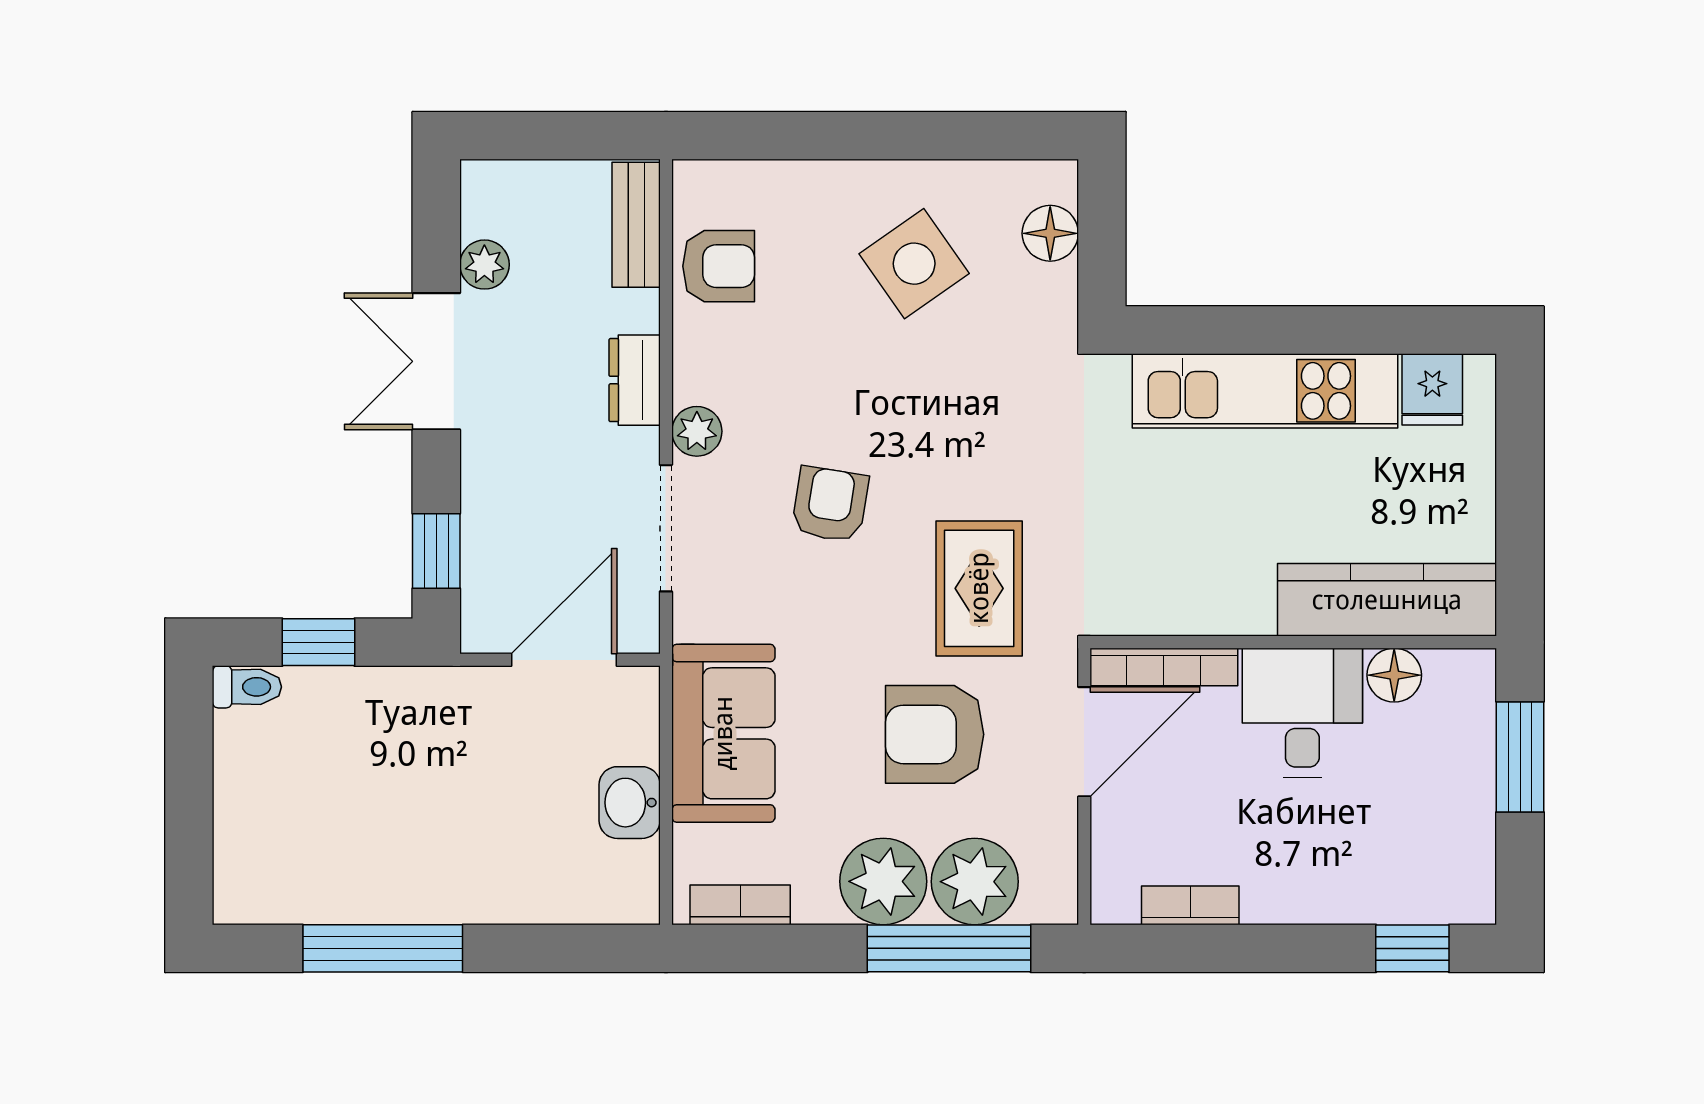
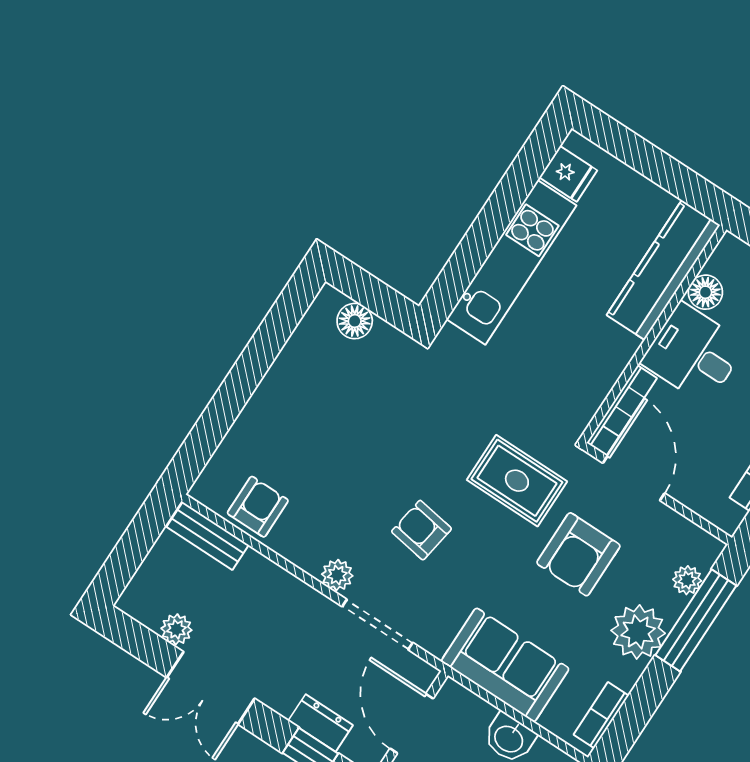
side table: (914, 264) -> (324, 403), removed
dresser: (635, 380) -> (321, 723), moved, turned 180
plant: (975, 882) -> (687, 580), width x0.53, depth x0.53

